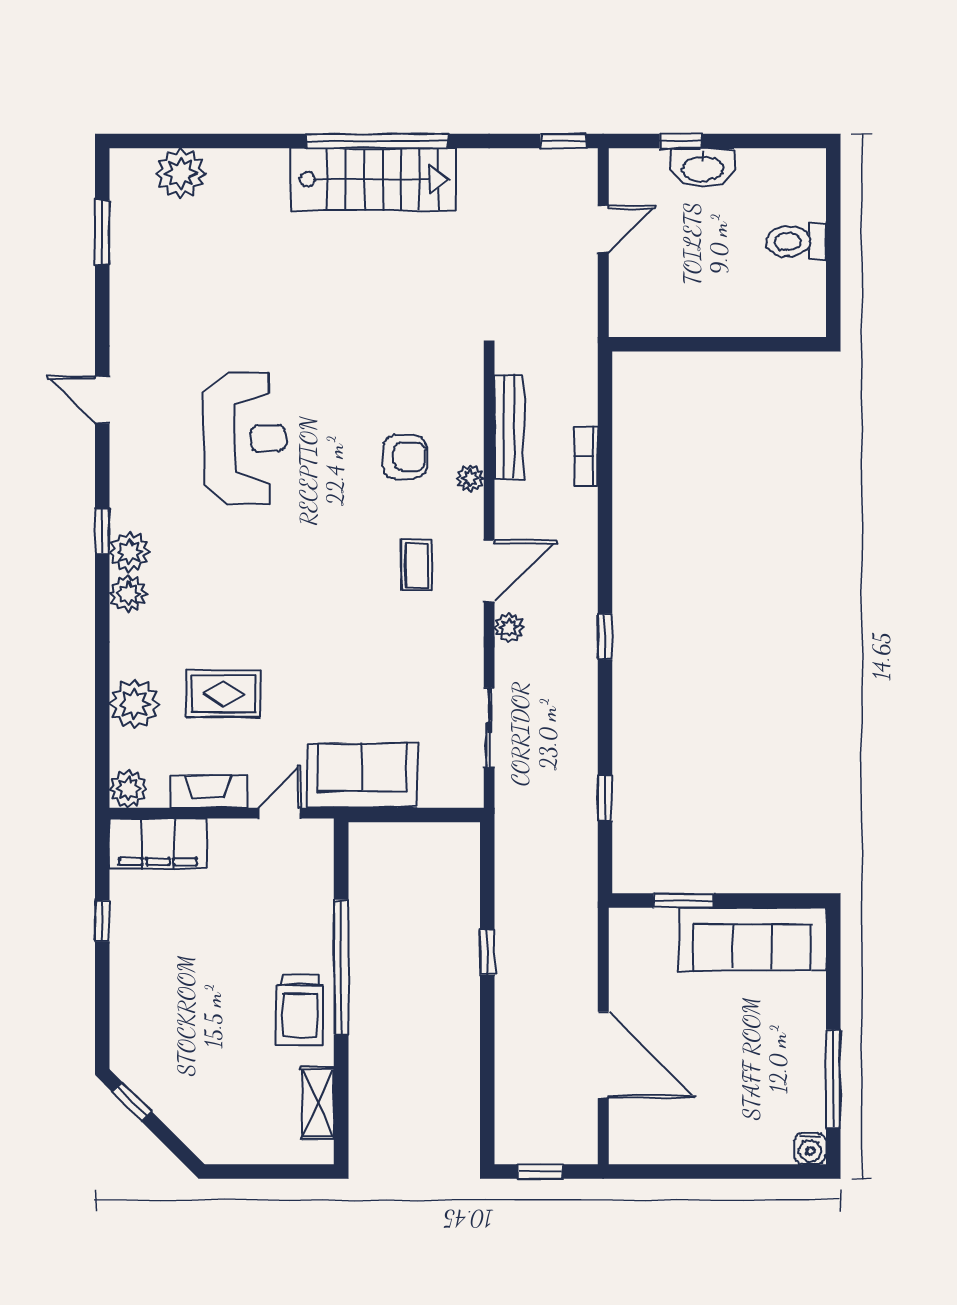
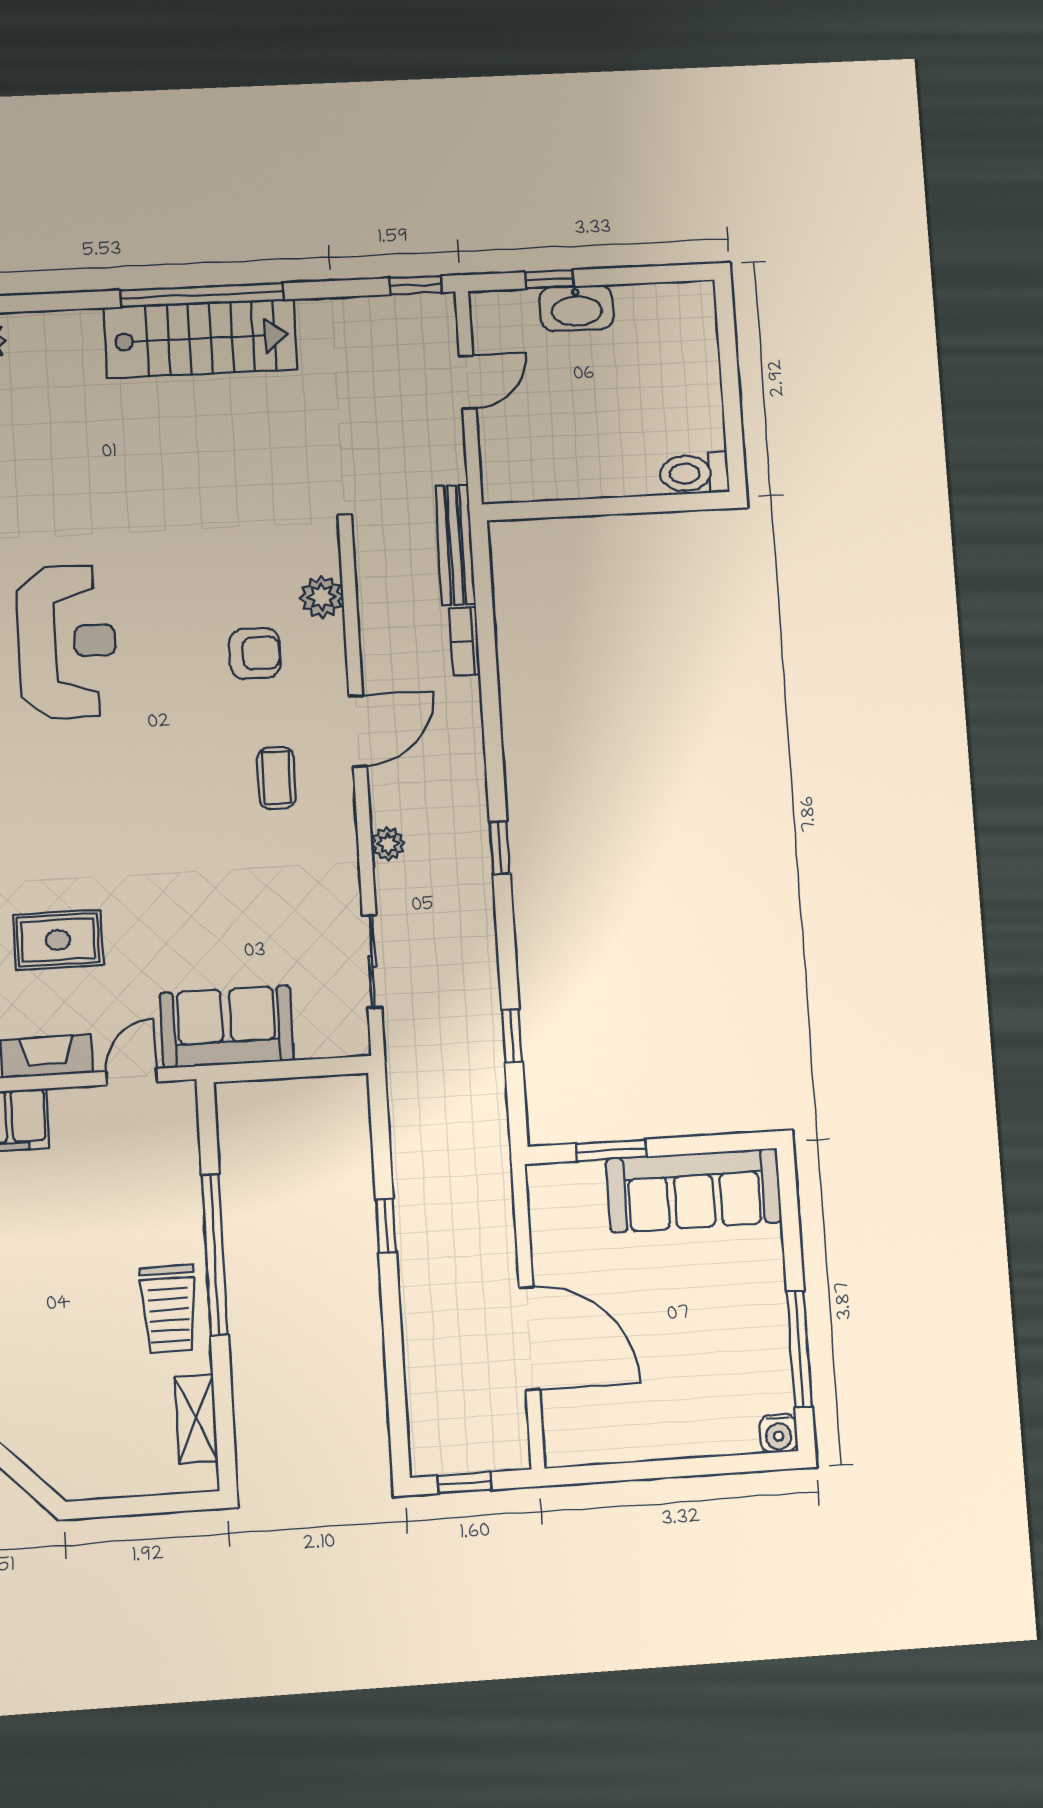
toilet: (796, 241) -> (694, 473), moved
bench: (509, 427) -> (455, 545), moved
plant: (470, 478) -> (322, 597), moved, width x1.38, depth x1.38
door: (489, 571) -> (358, 731), moved

